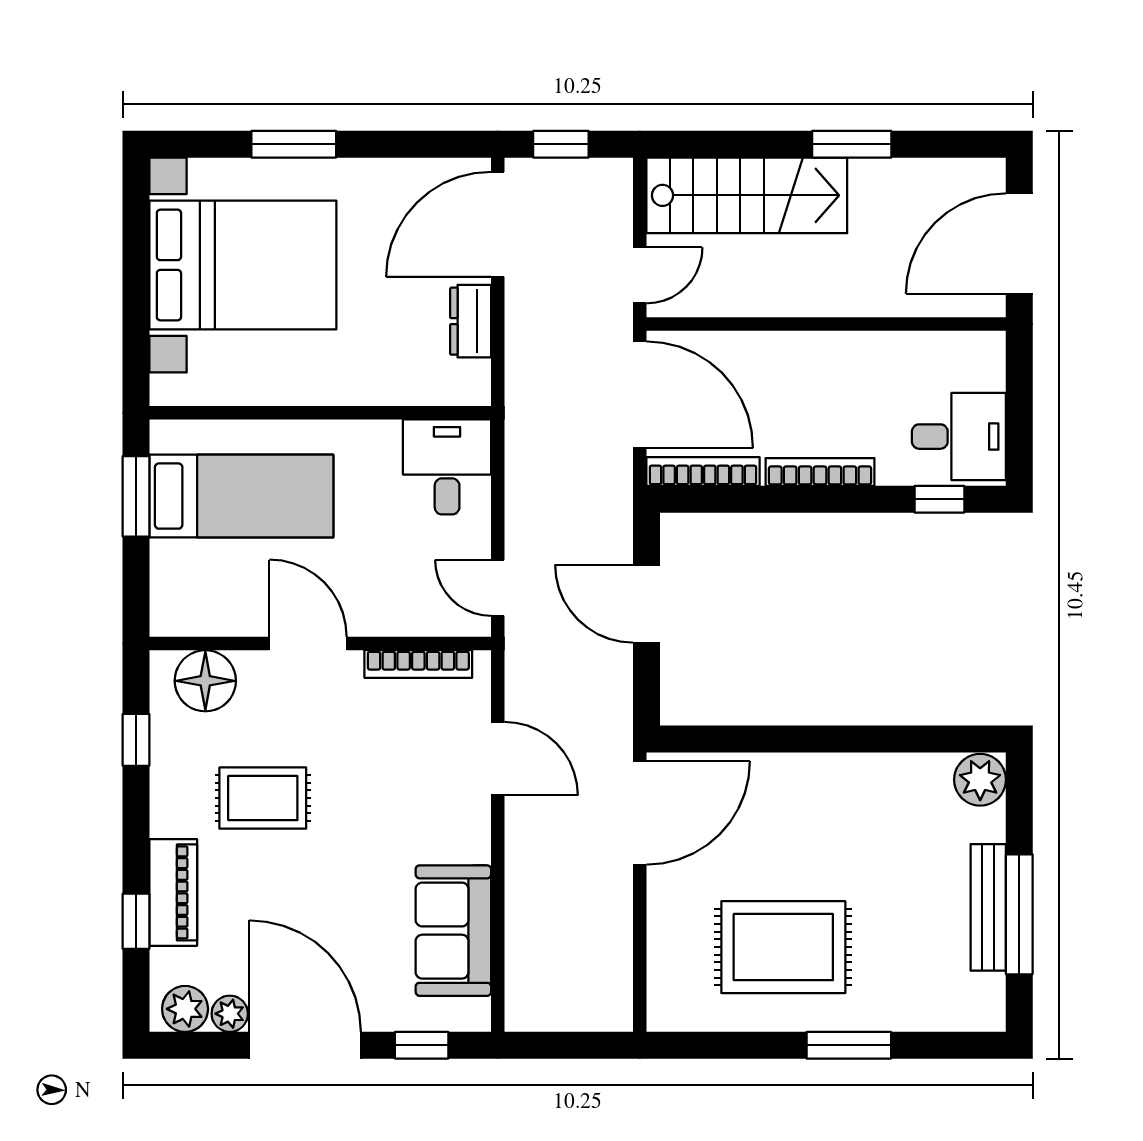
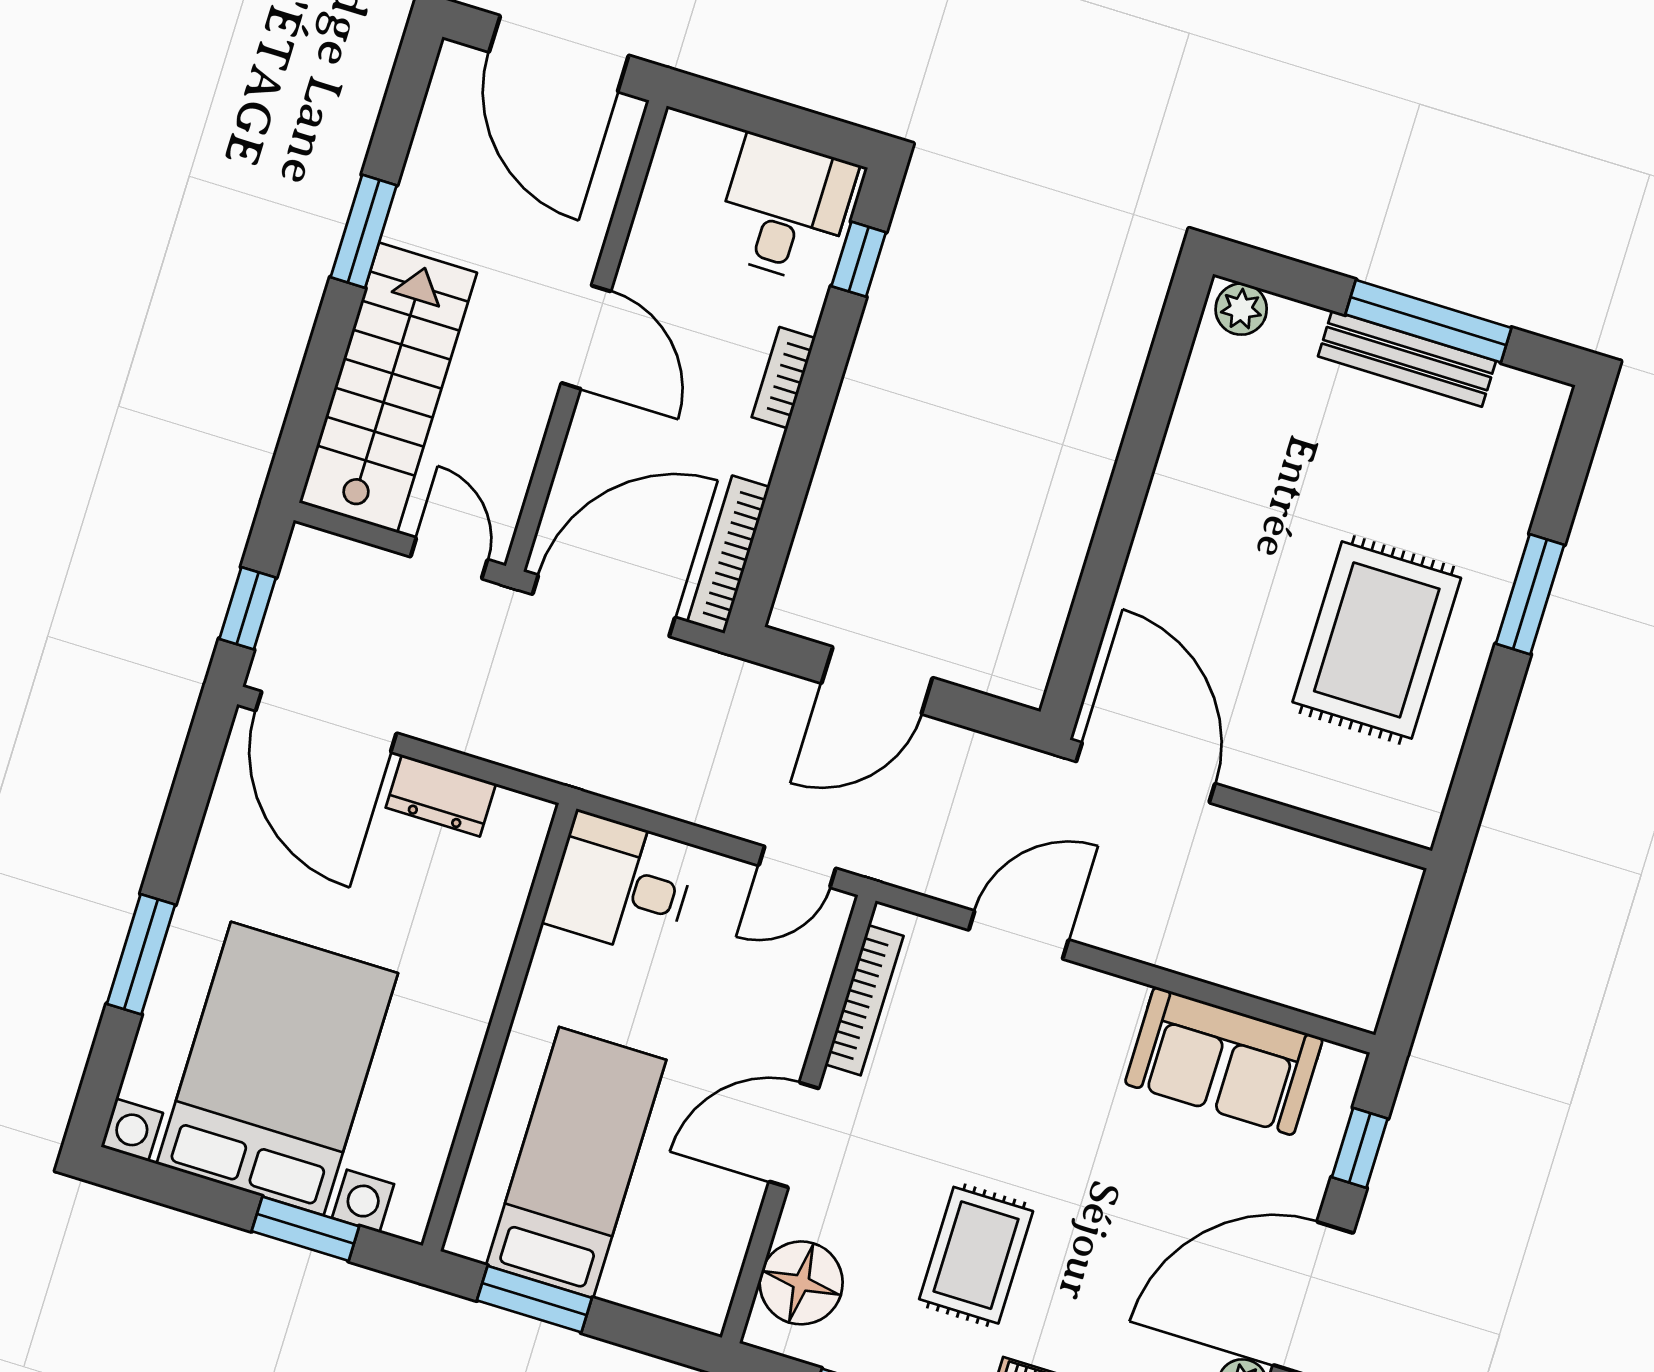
window: (136, 320) -> (305, 1229), added
door: (825, 324) -> (586, 337), added
bookcase: (820, 472) -> (784, 378), width x0.64
plant: (980, 780) -> (1241, 309), width x0.73, depth x0.73

